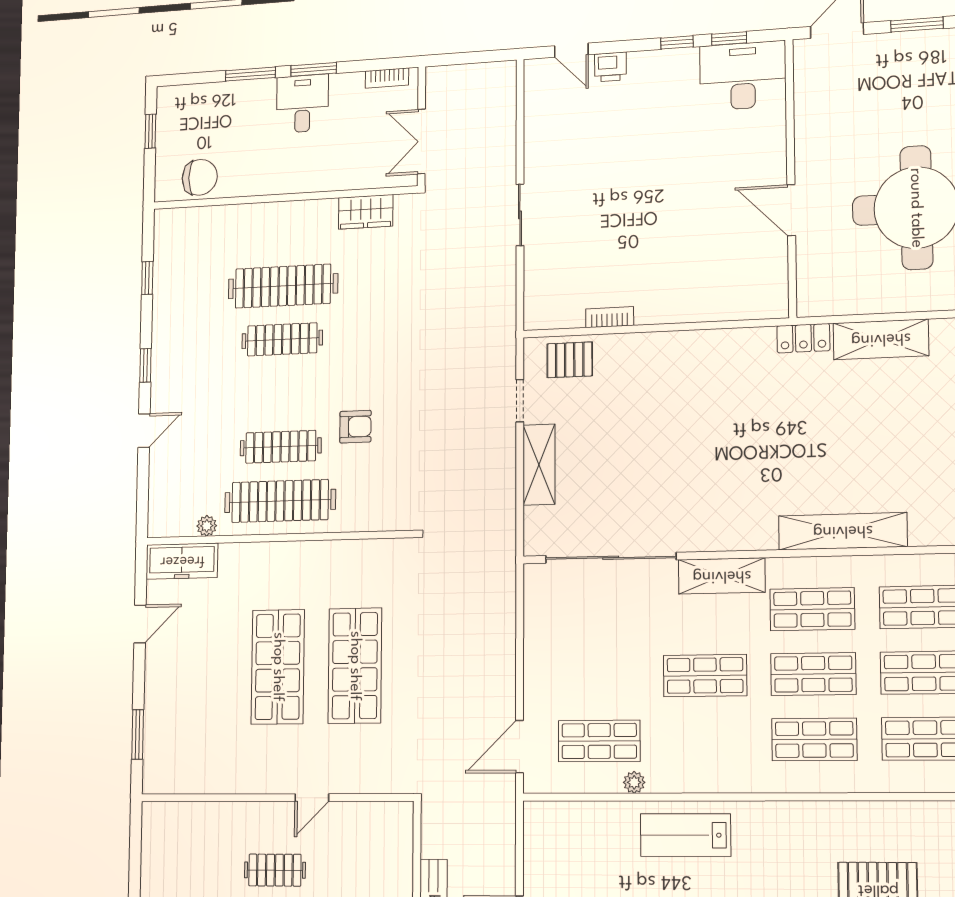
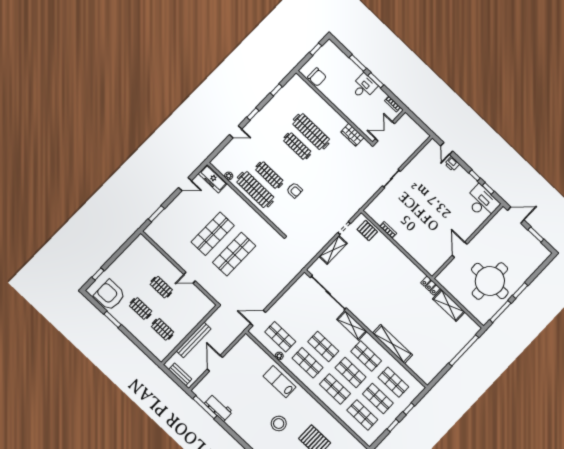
shop shelf: (706, 740) -> (308, 363), added

